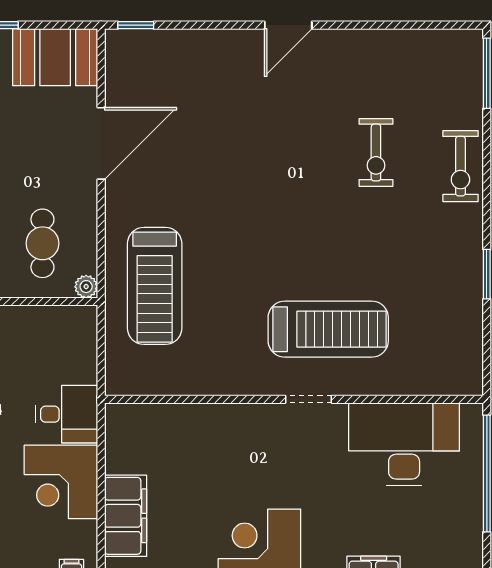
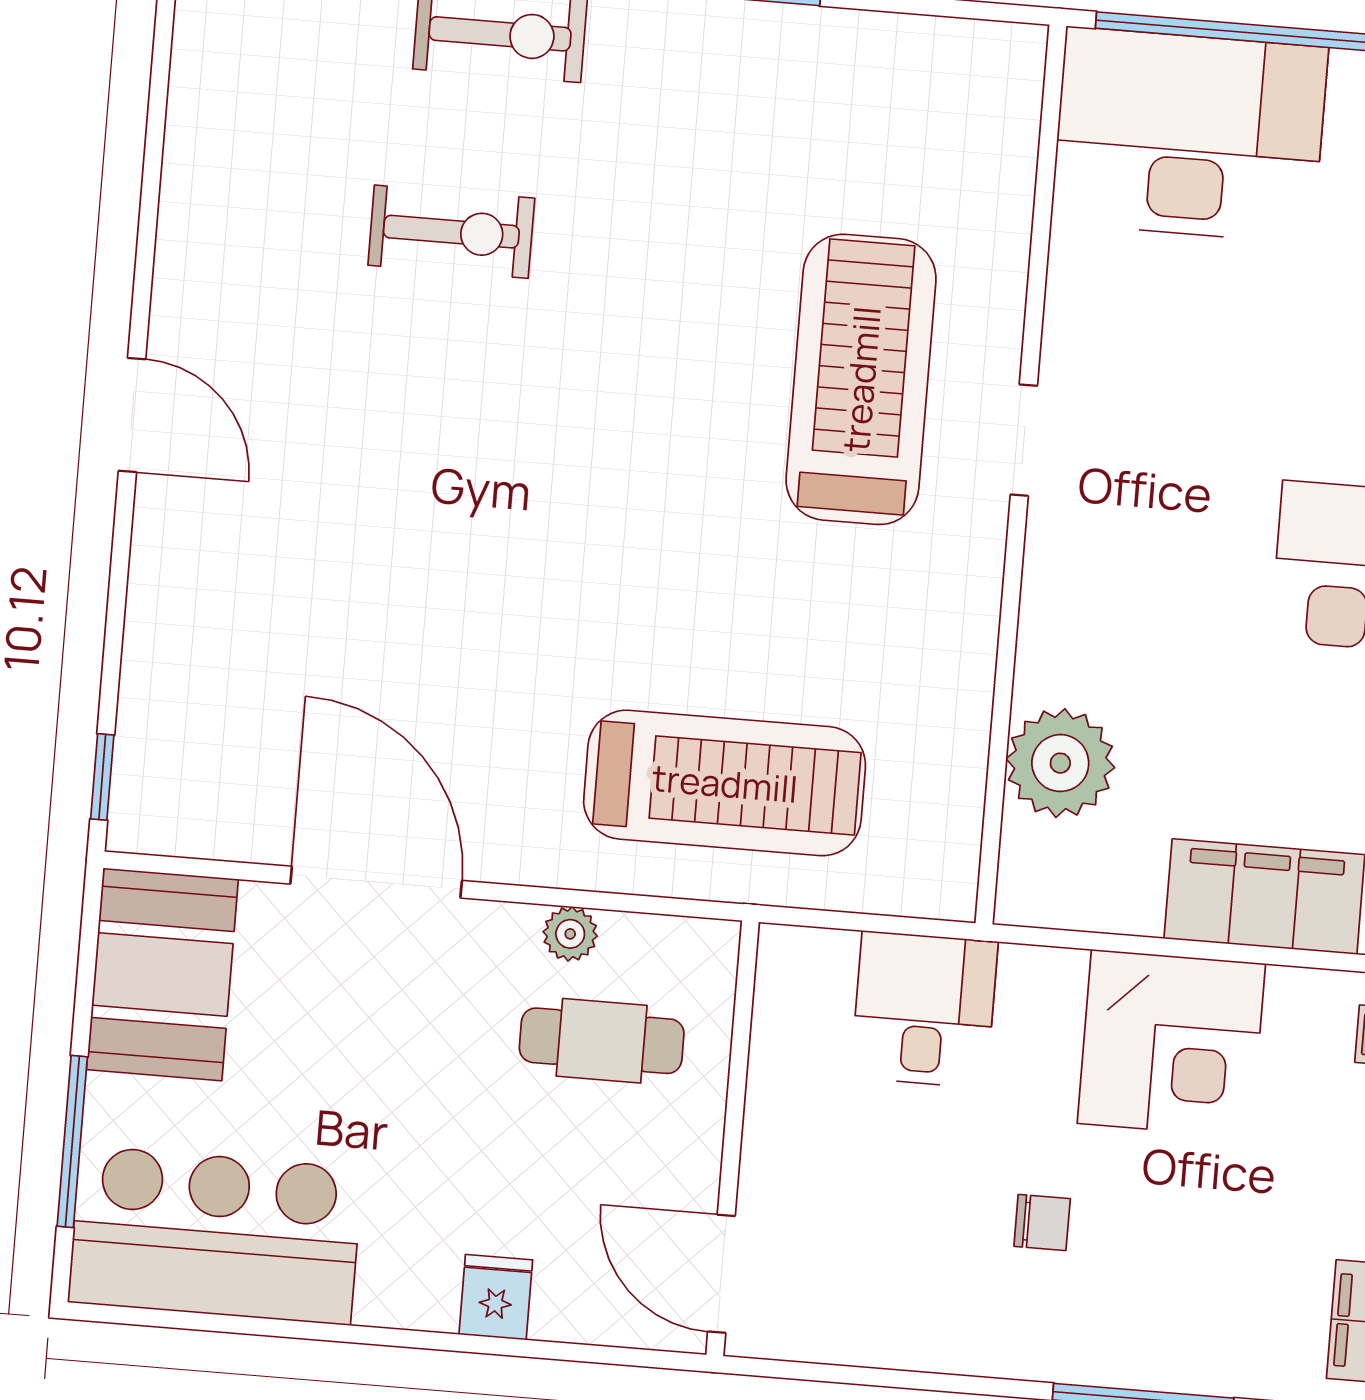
plant: (86, 287) -> (570, 934), moved
desk: (67, 414) -> (924, 1009), moved
plant: (174, 426) -> (1060, 763), added
desk: (404, 444) -> (1189, 135), moved, turned 90

